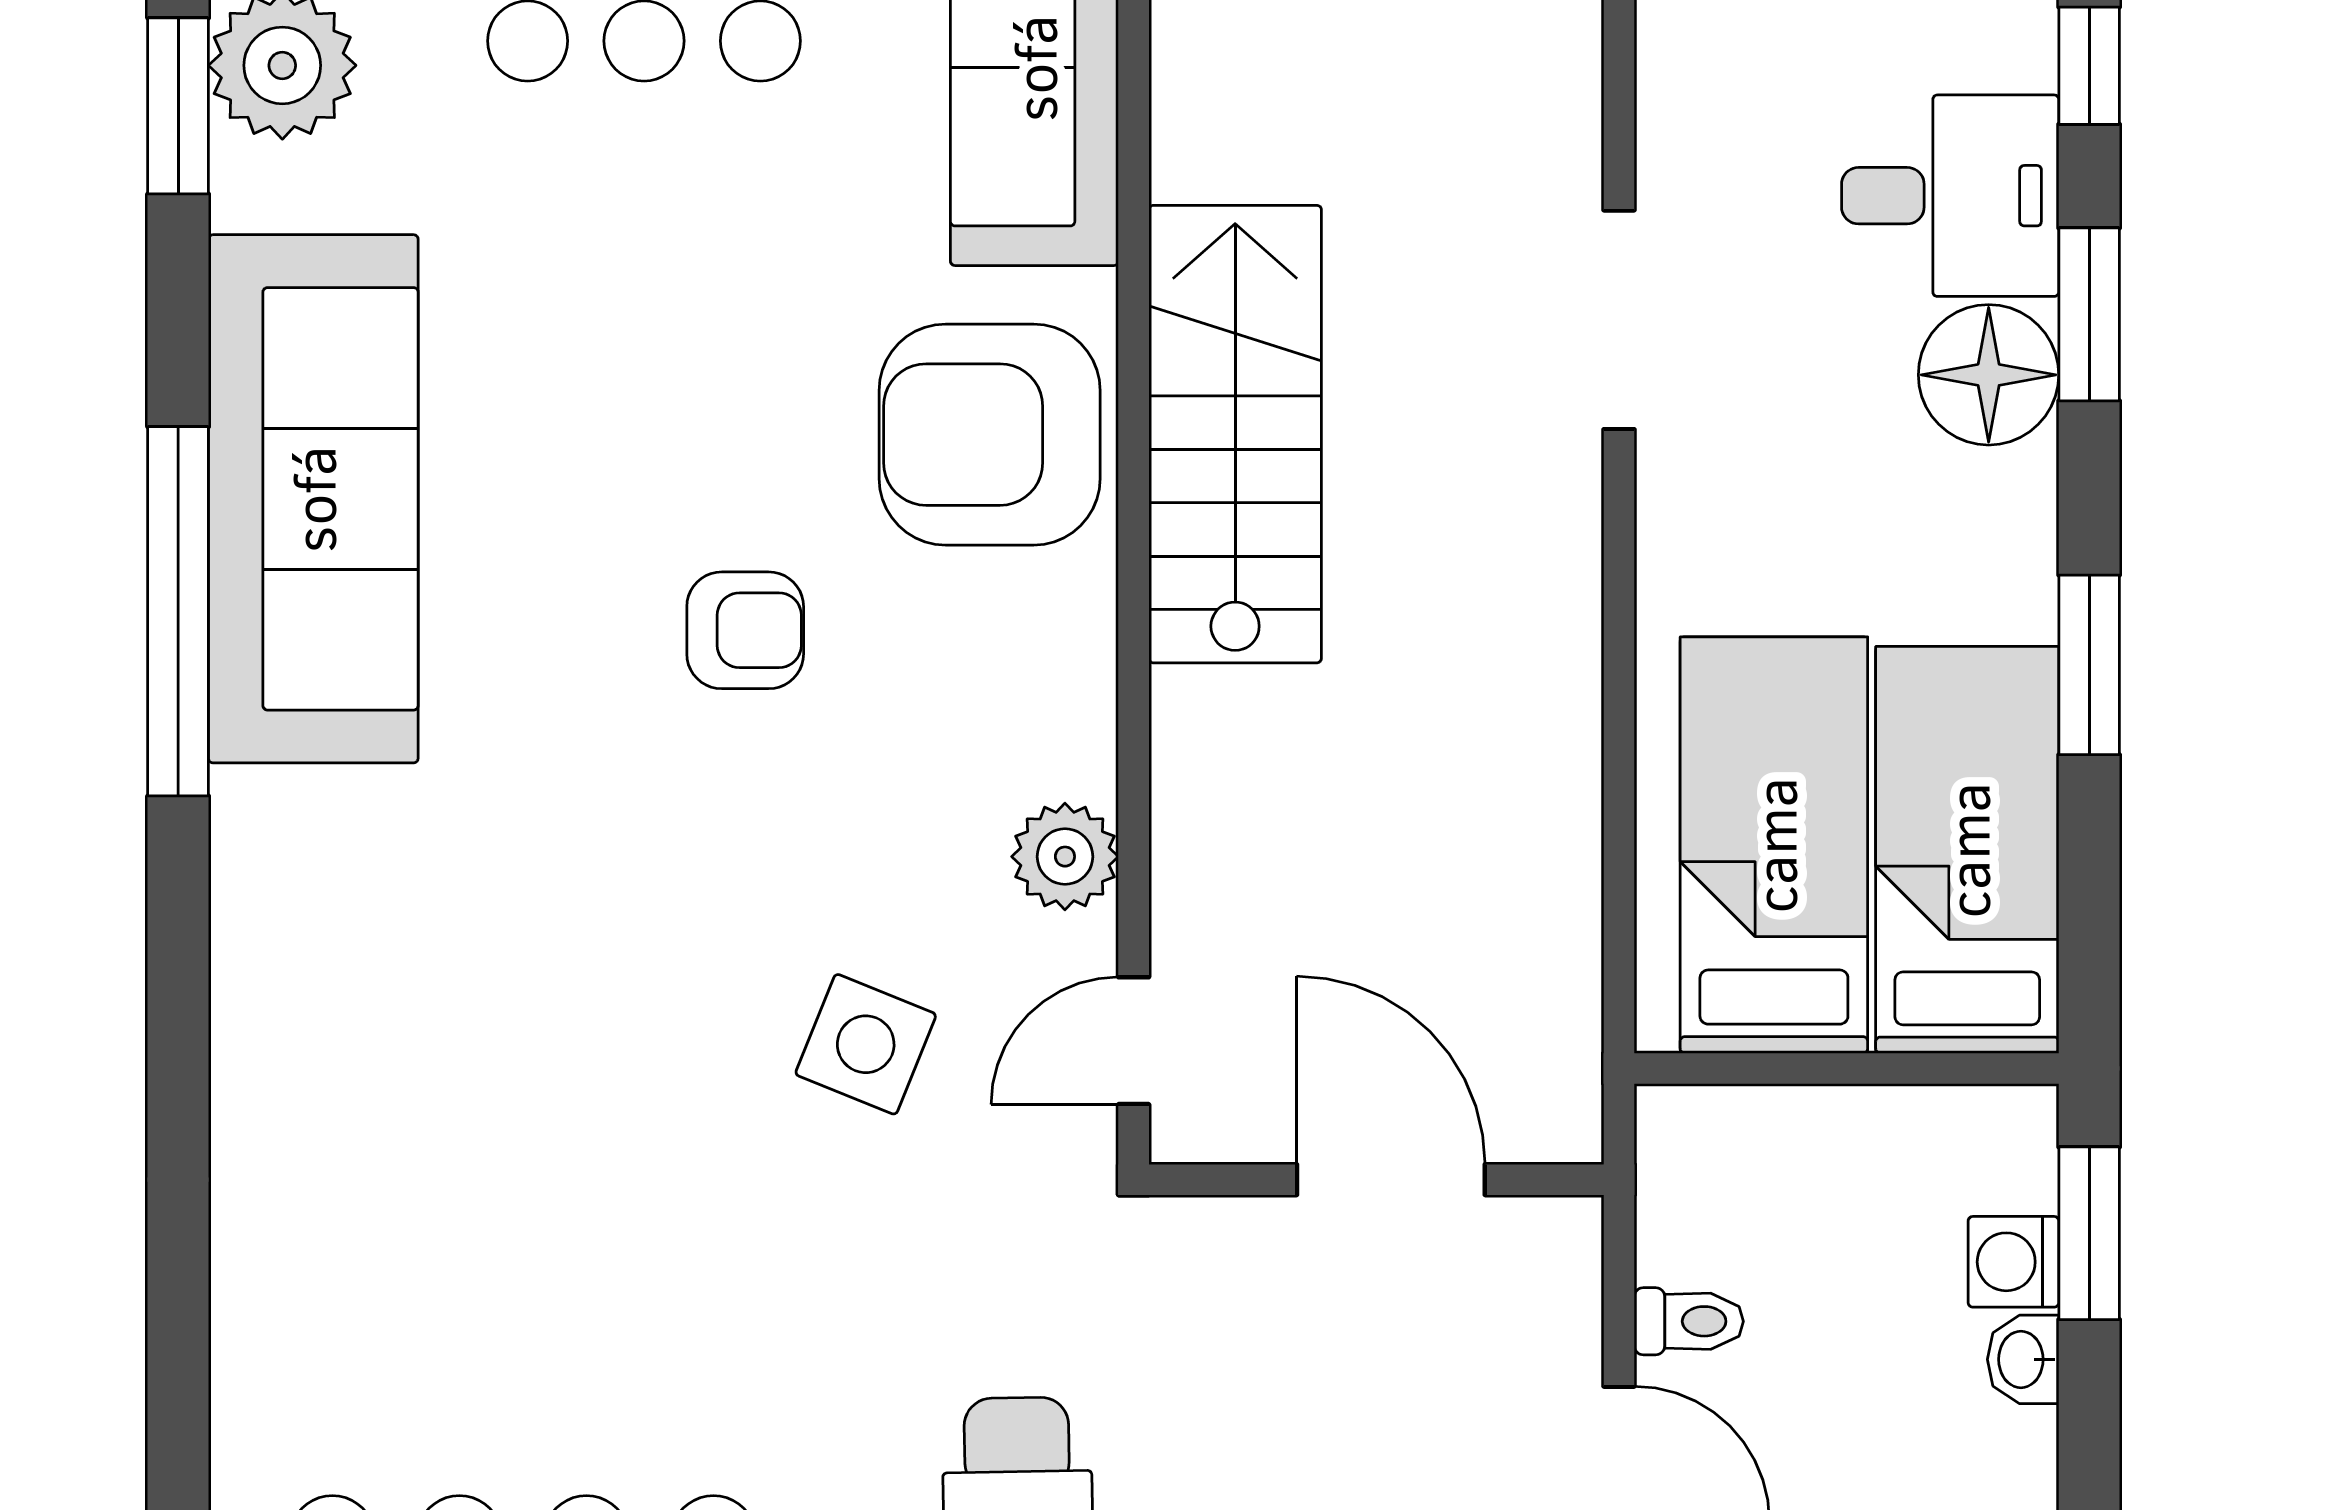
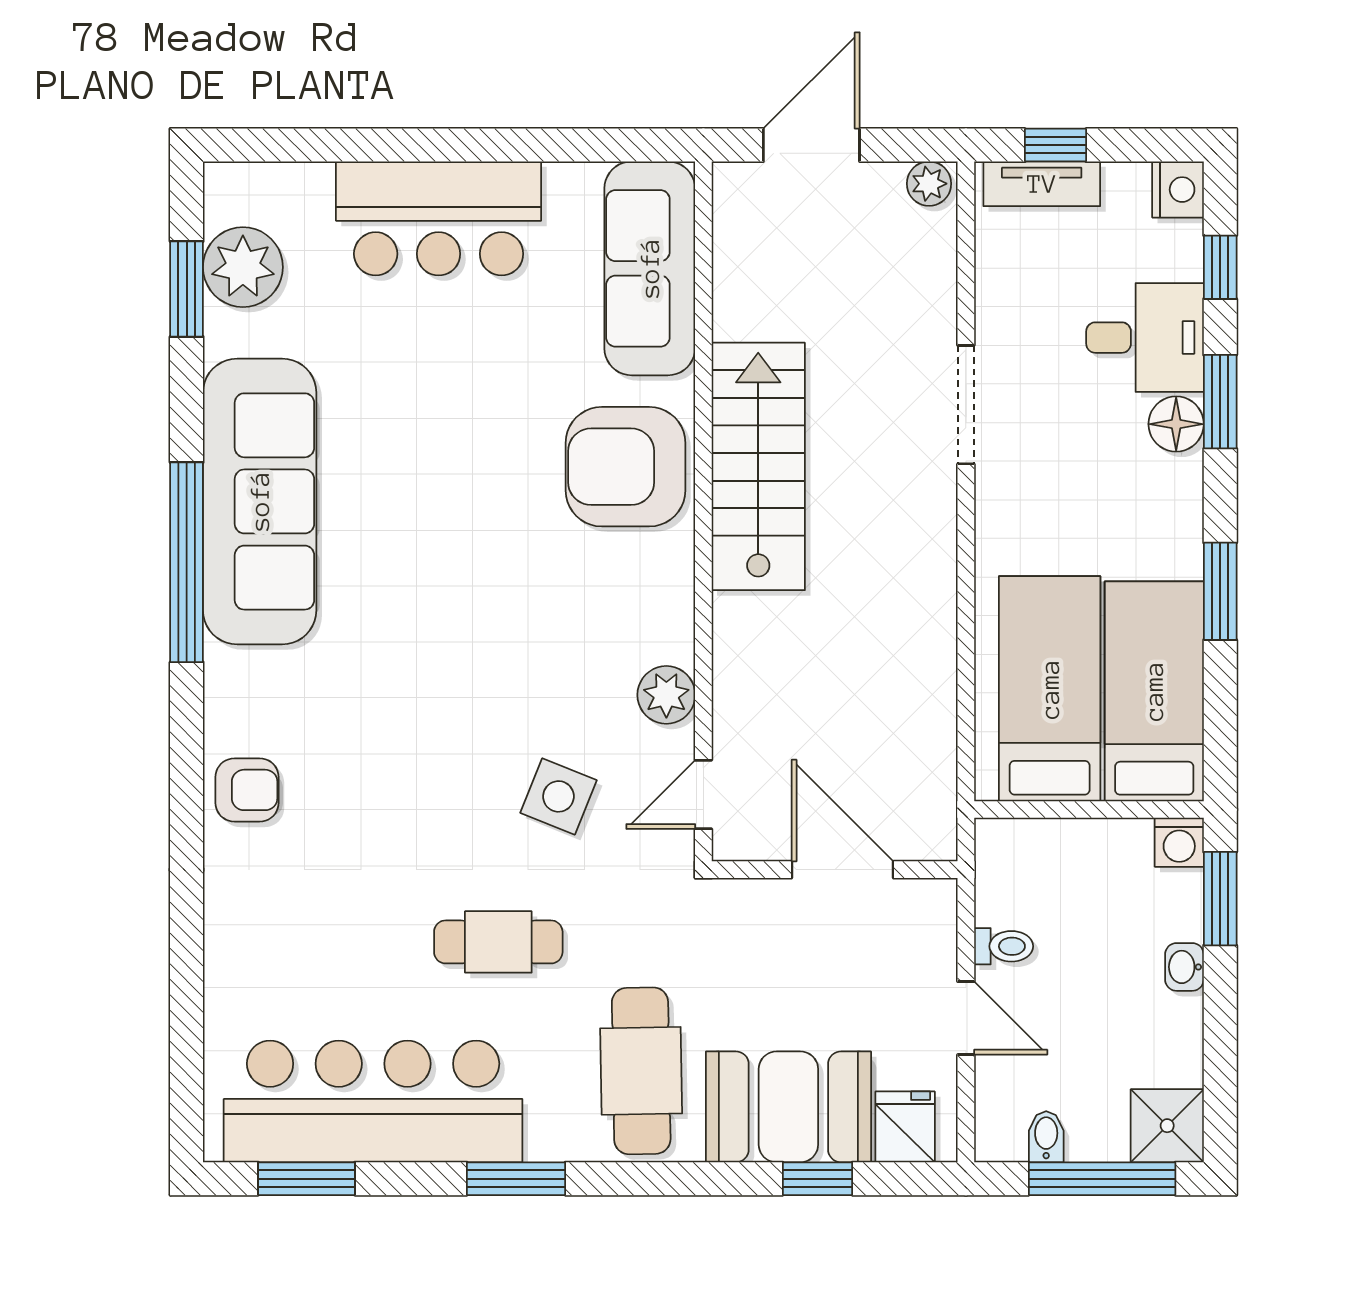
floor lamp: (1989, 375) -> (1176, 424), width x0.73, depth x0.73
armchair: (745, 630) -> (247, 790), moved
washing machine: (2013, 1262) -> (1179, 842), moved, turned -90
cafe table: (754, 1313) -> (498, 942), added

